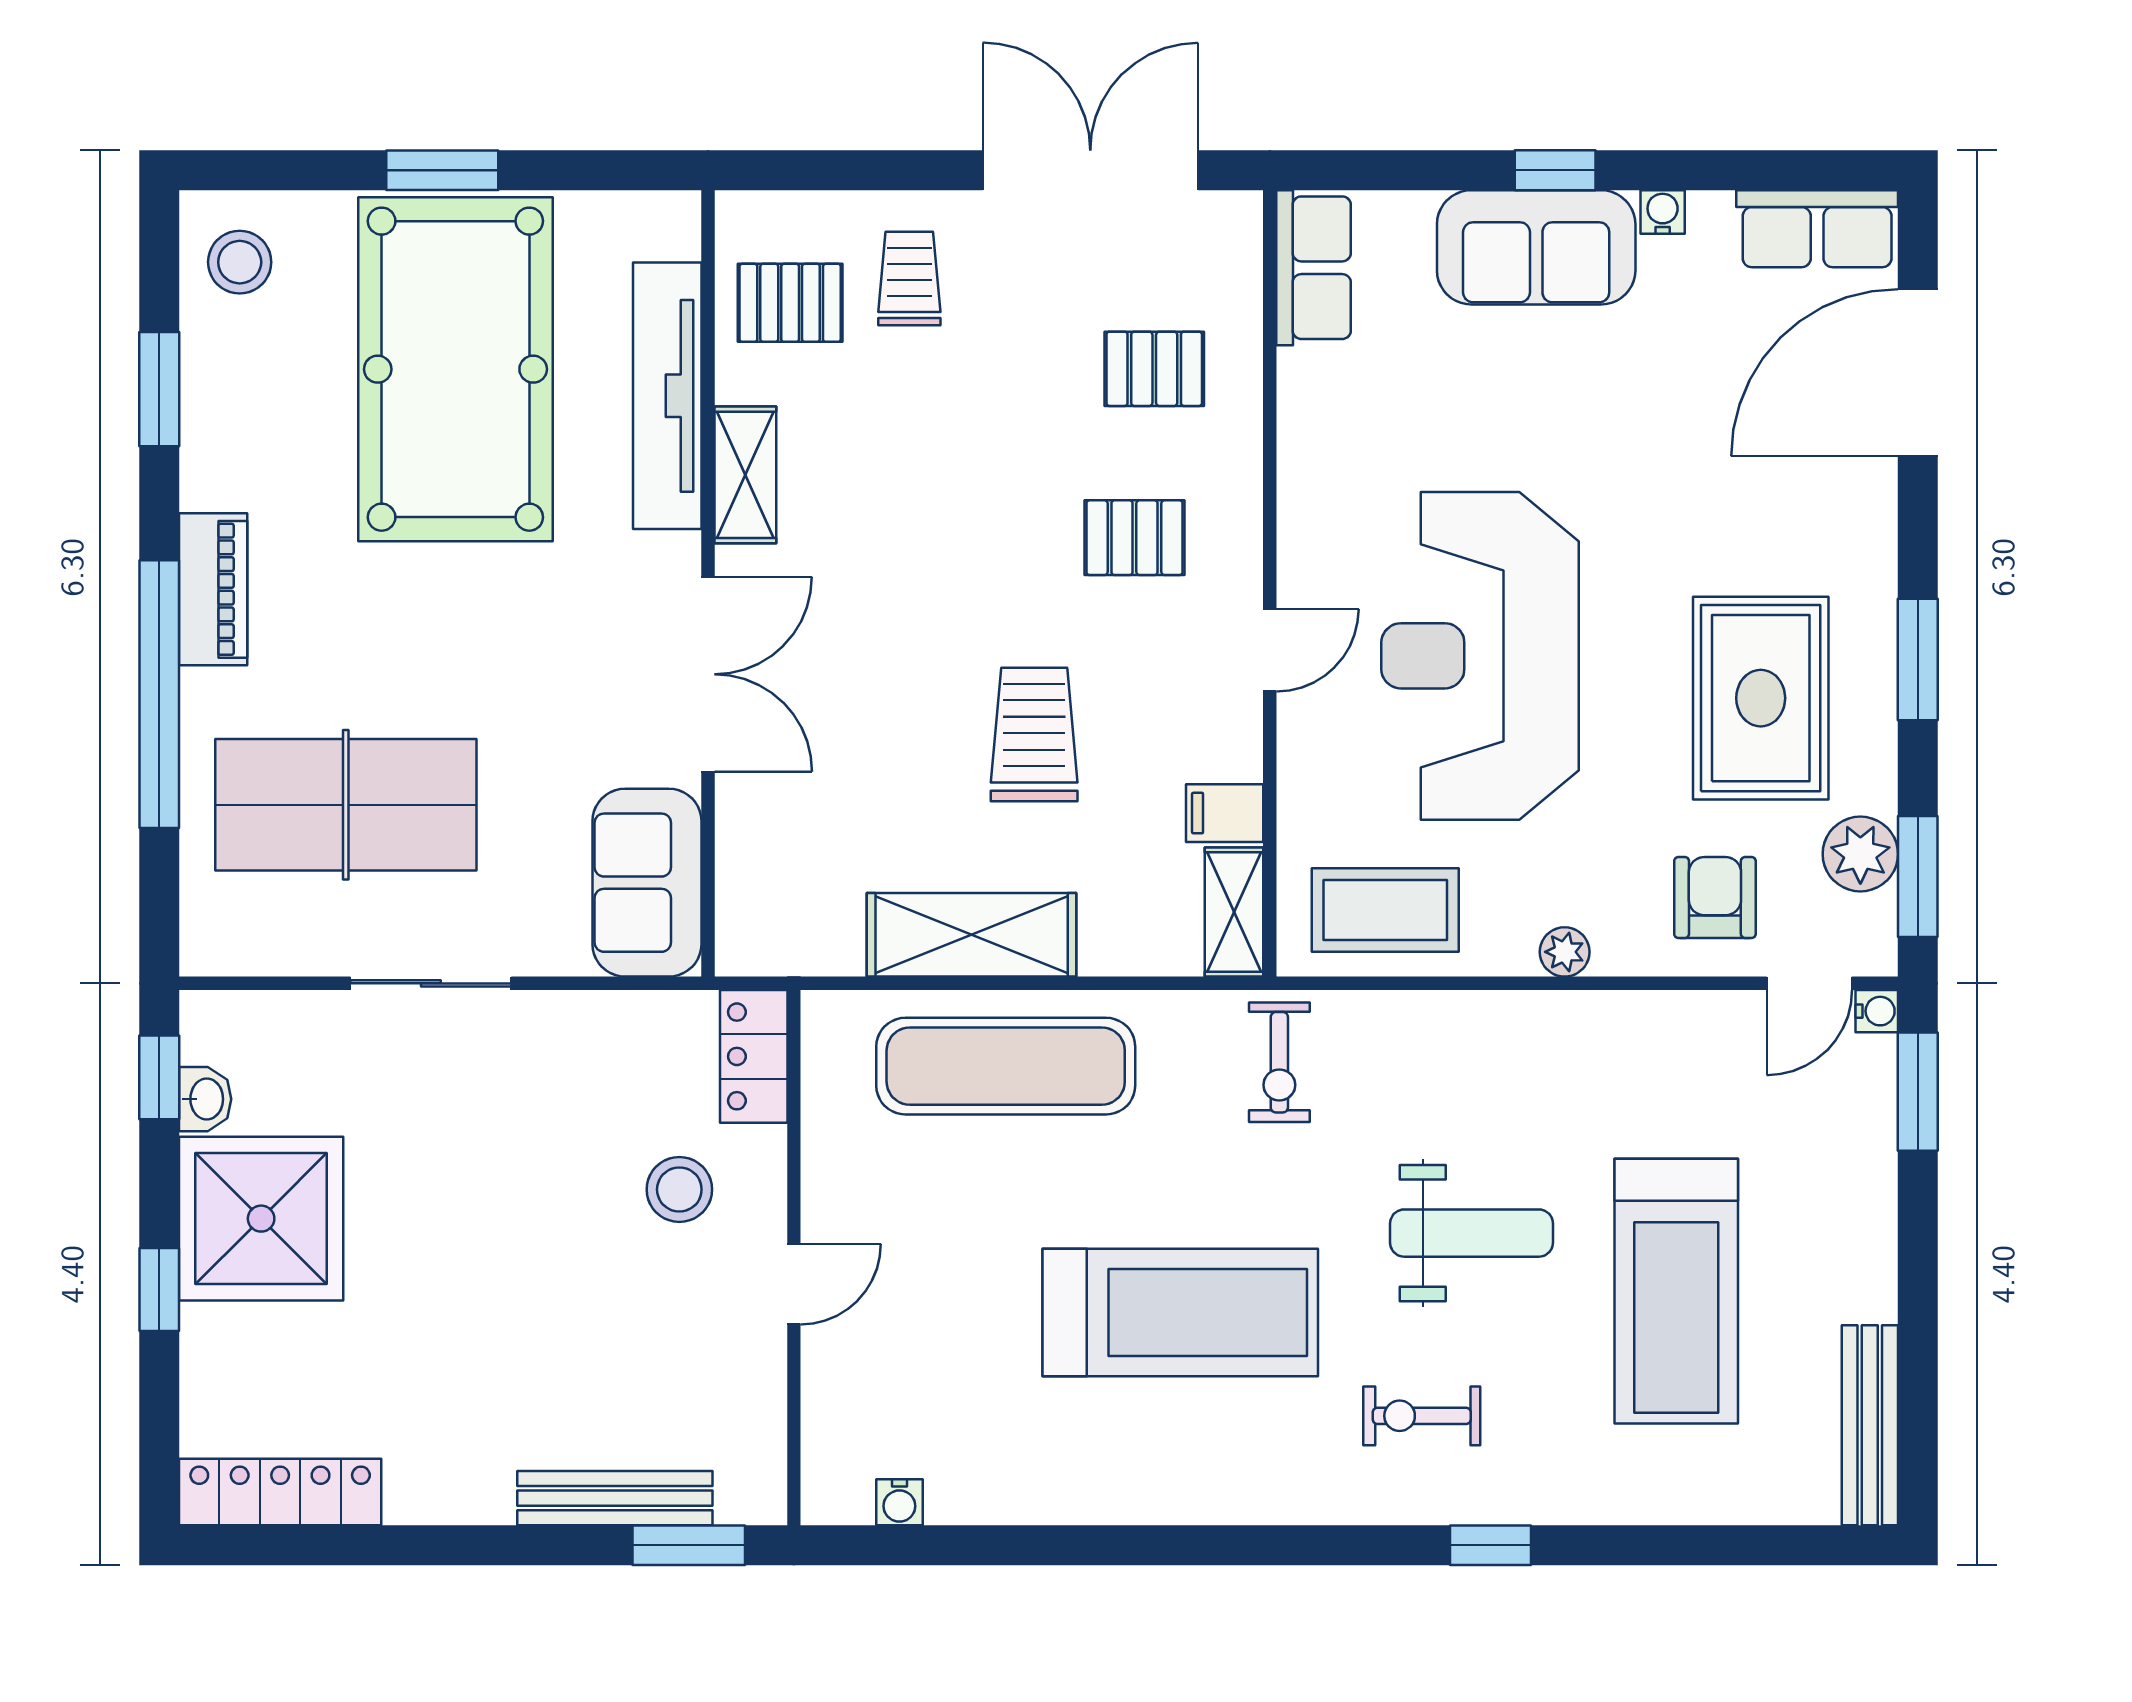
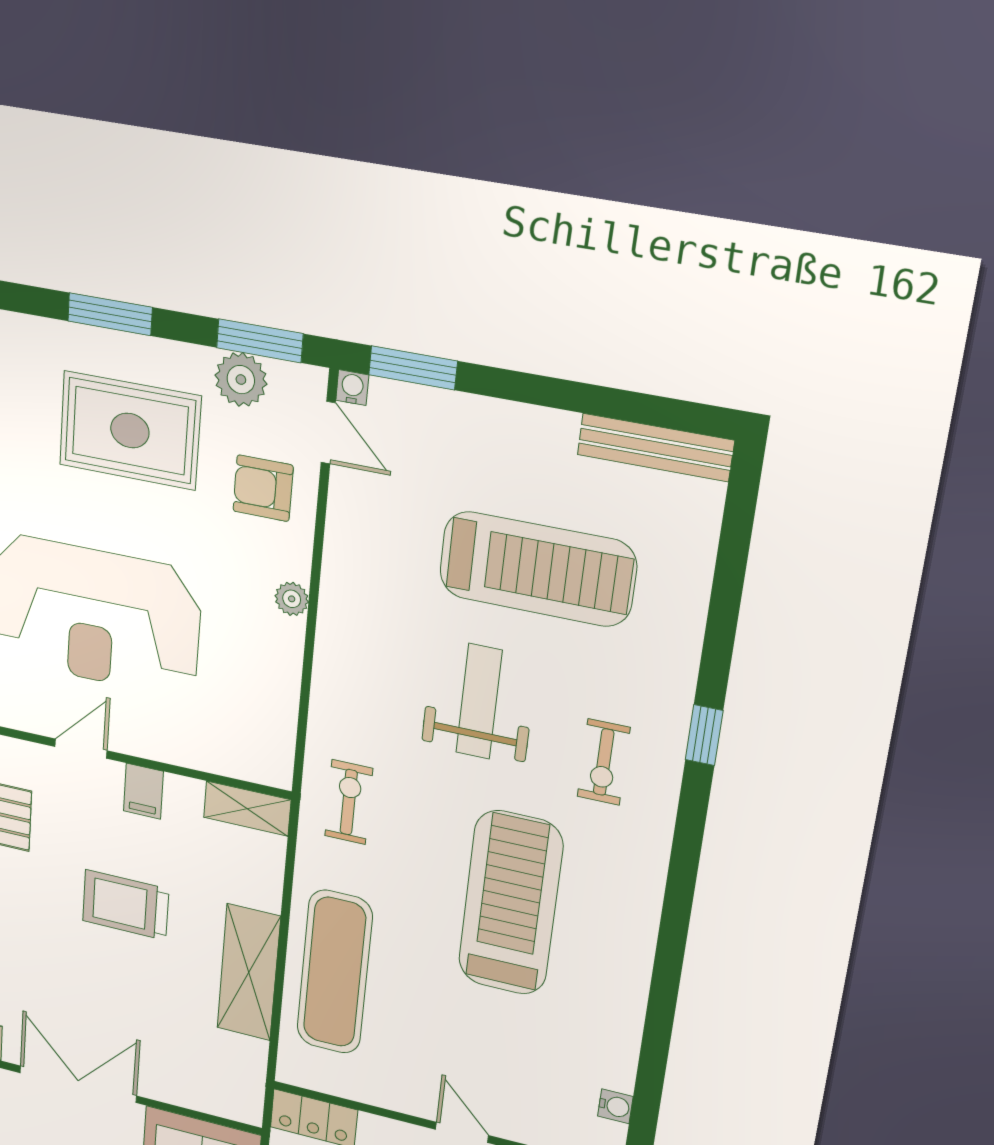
door: (1270, 650) -> (81, 749), hinge flipped
filing cabinet: (1225, 813) -> (143, 791), moved
coffee table: (1385, 910) -> (254, 712), removed
exercise bike: (1279, 1062) -> (349, 802), turned -90

